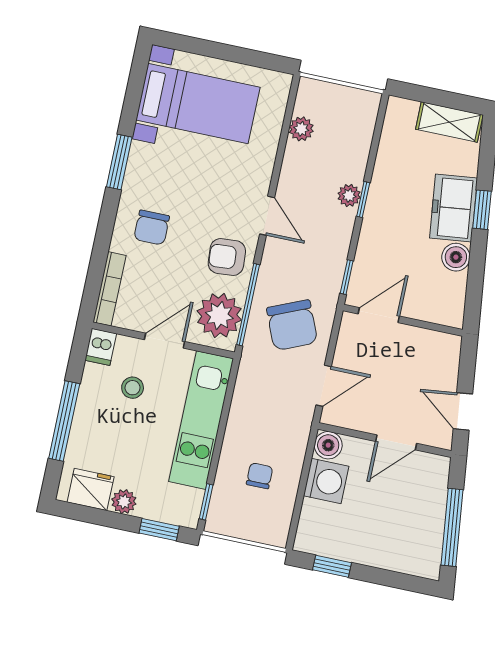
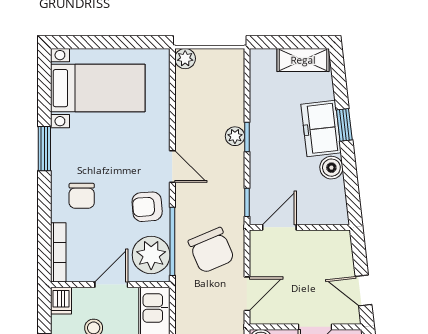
plant: (301, 129) -> (185, 59), moved

